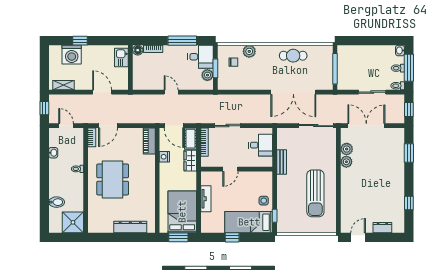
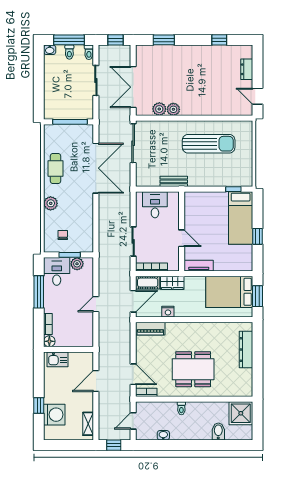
plant: (249, 51) -> (51, 203), moved
tv unit: (206, 199) -> (199, 266), moved
side table: (264, 201) -> (217, 201), removed

